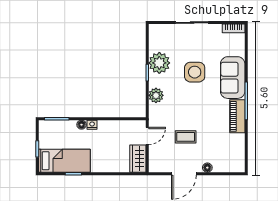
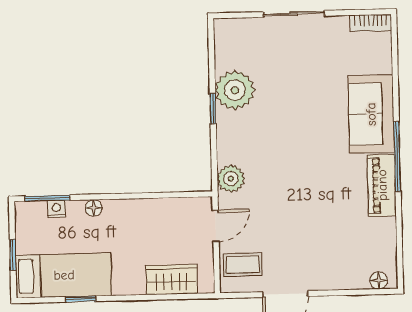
side table: (195, 72) -> (301, 105), removed
plant: (156, 95) -> (231, 179), moved
nightstand: (92, 125) -> (56, 209), moved
coffee table: (186, 137) -> (243, 265), moved
wardrobe: (138, 159) -> (172, 280), moved, turned 90
floor lamp: (207, 168) -> (379, 281), moved

